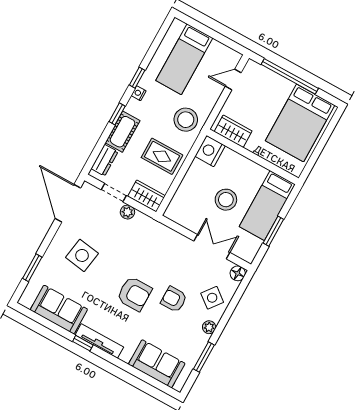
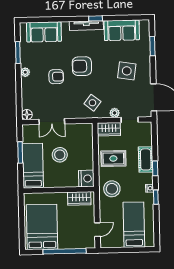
dresser: (104, 160) -> (147, 136), removed
side table: (212, 298) -> (92, 103), moved

